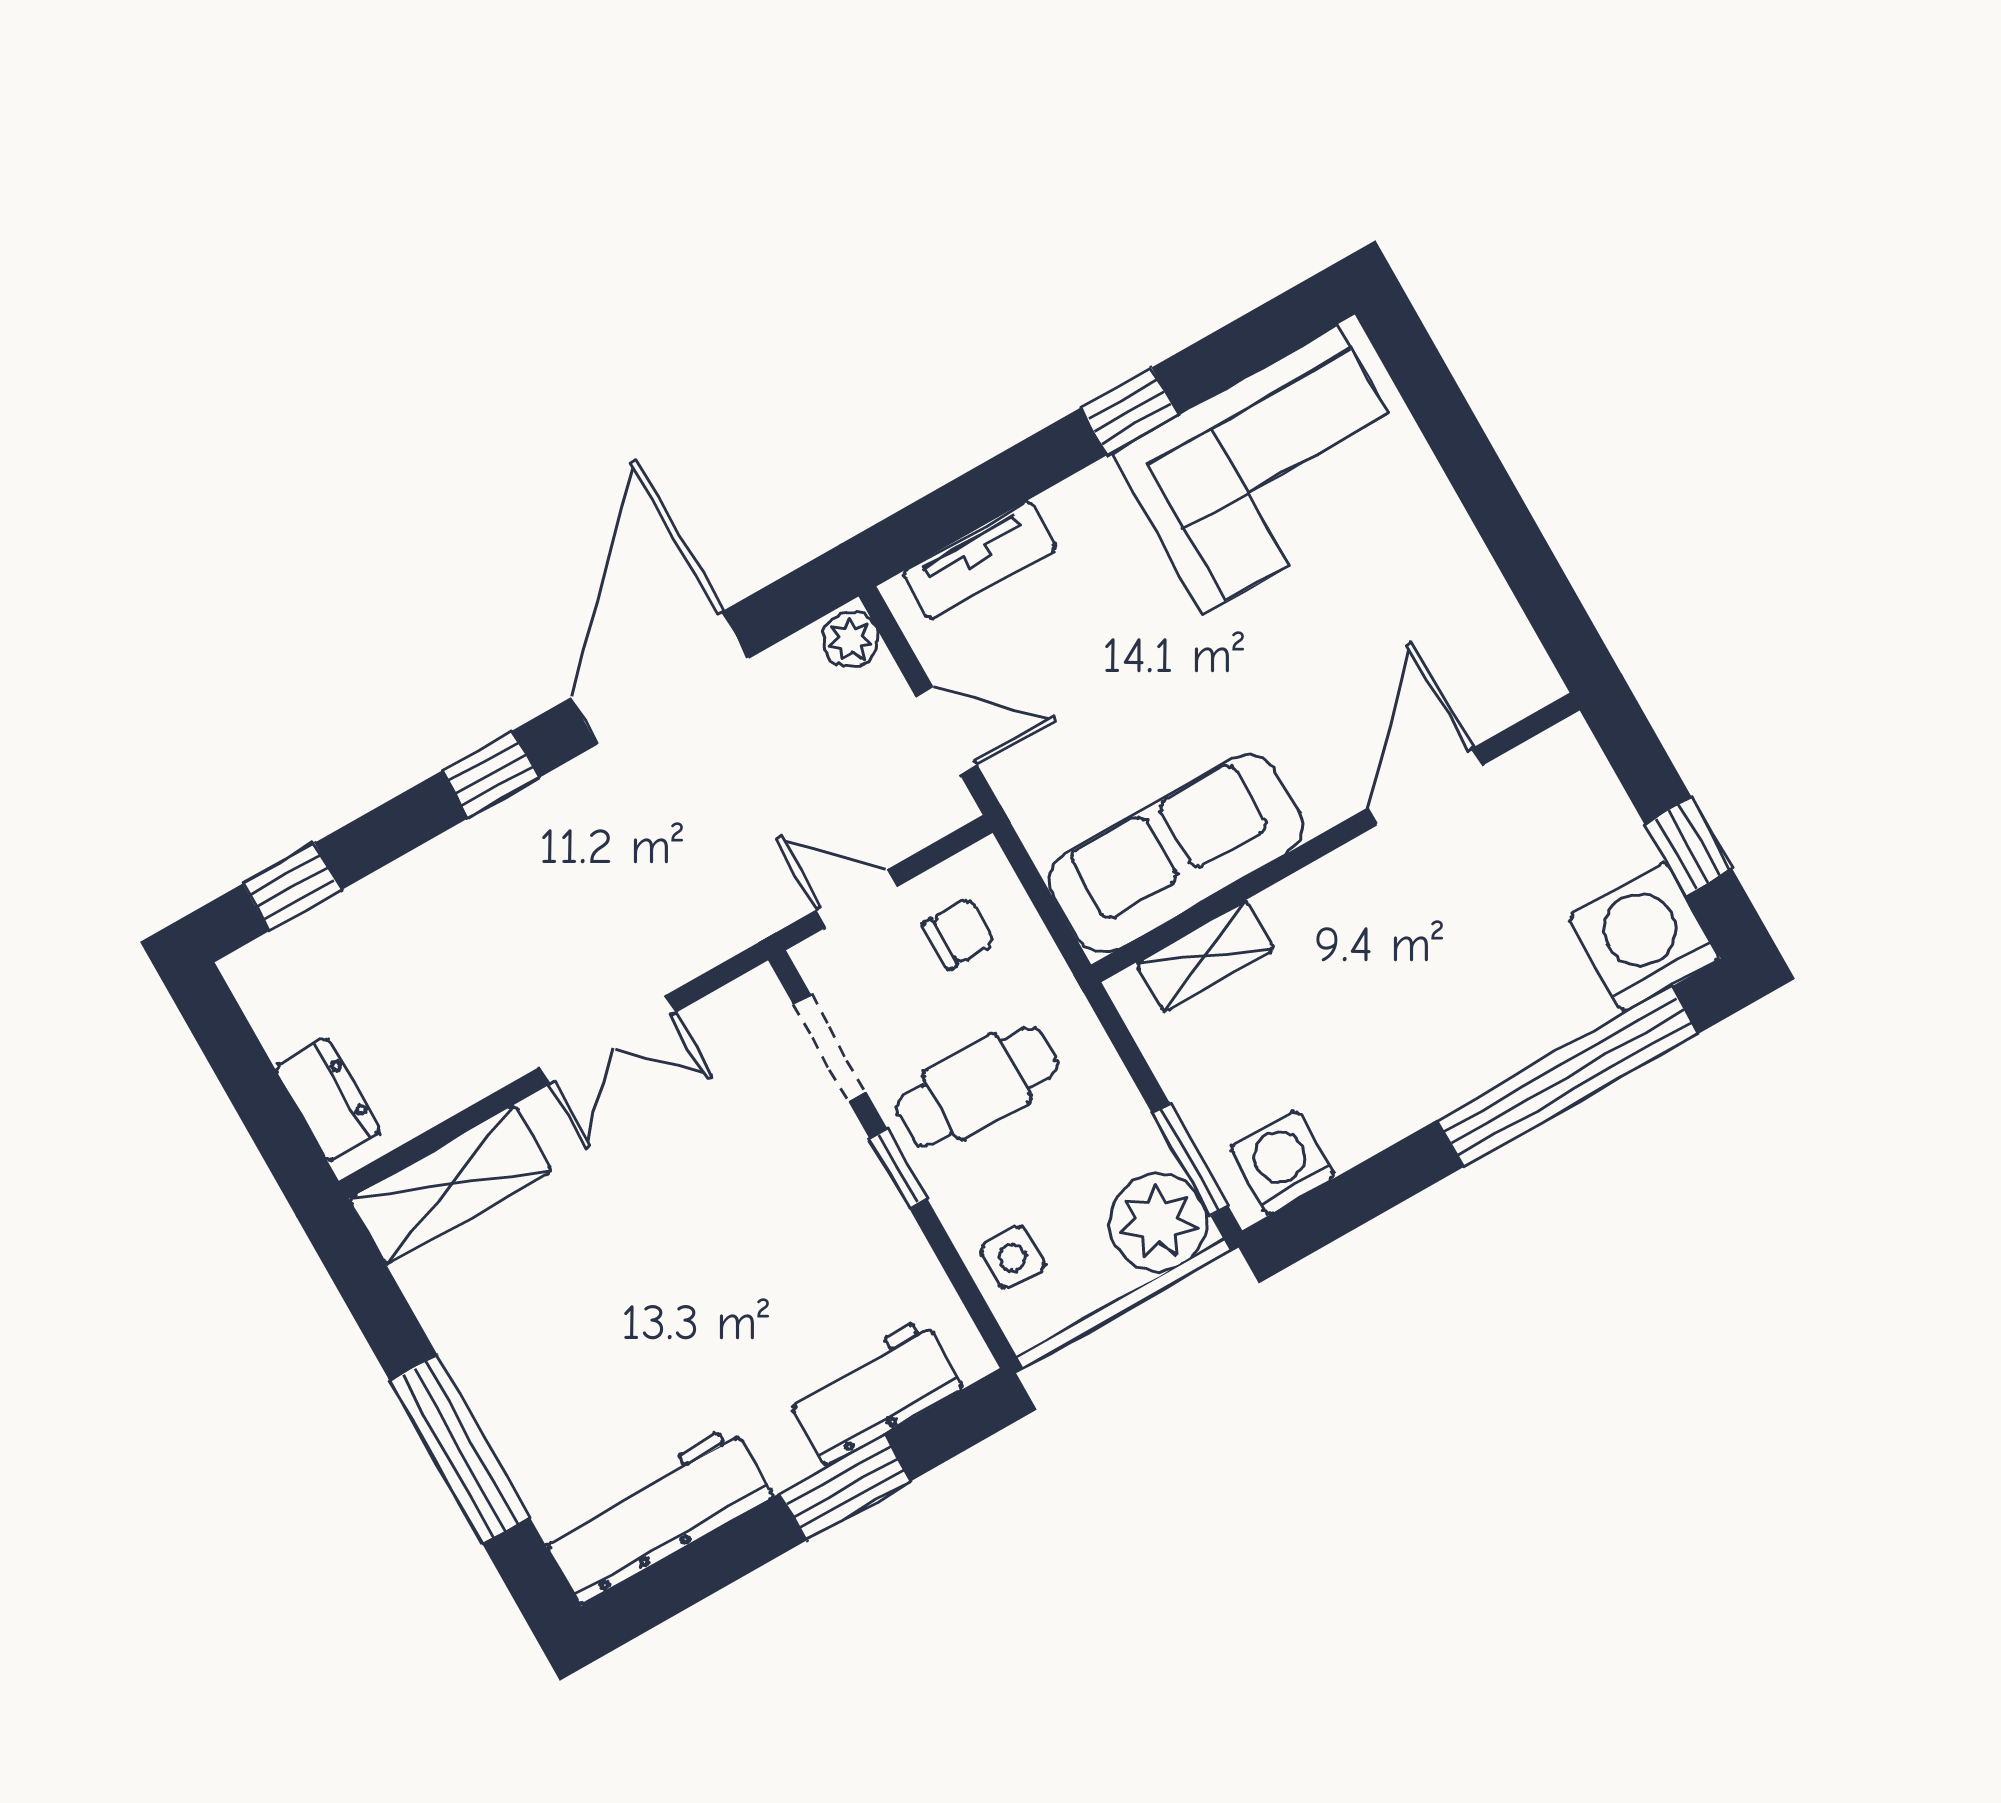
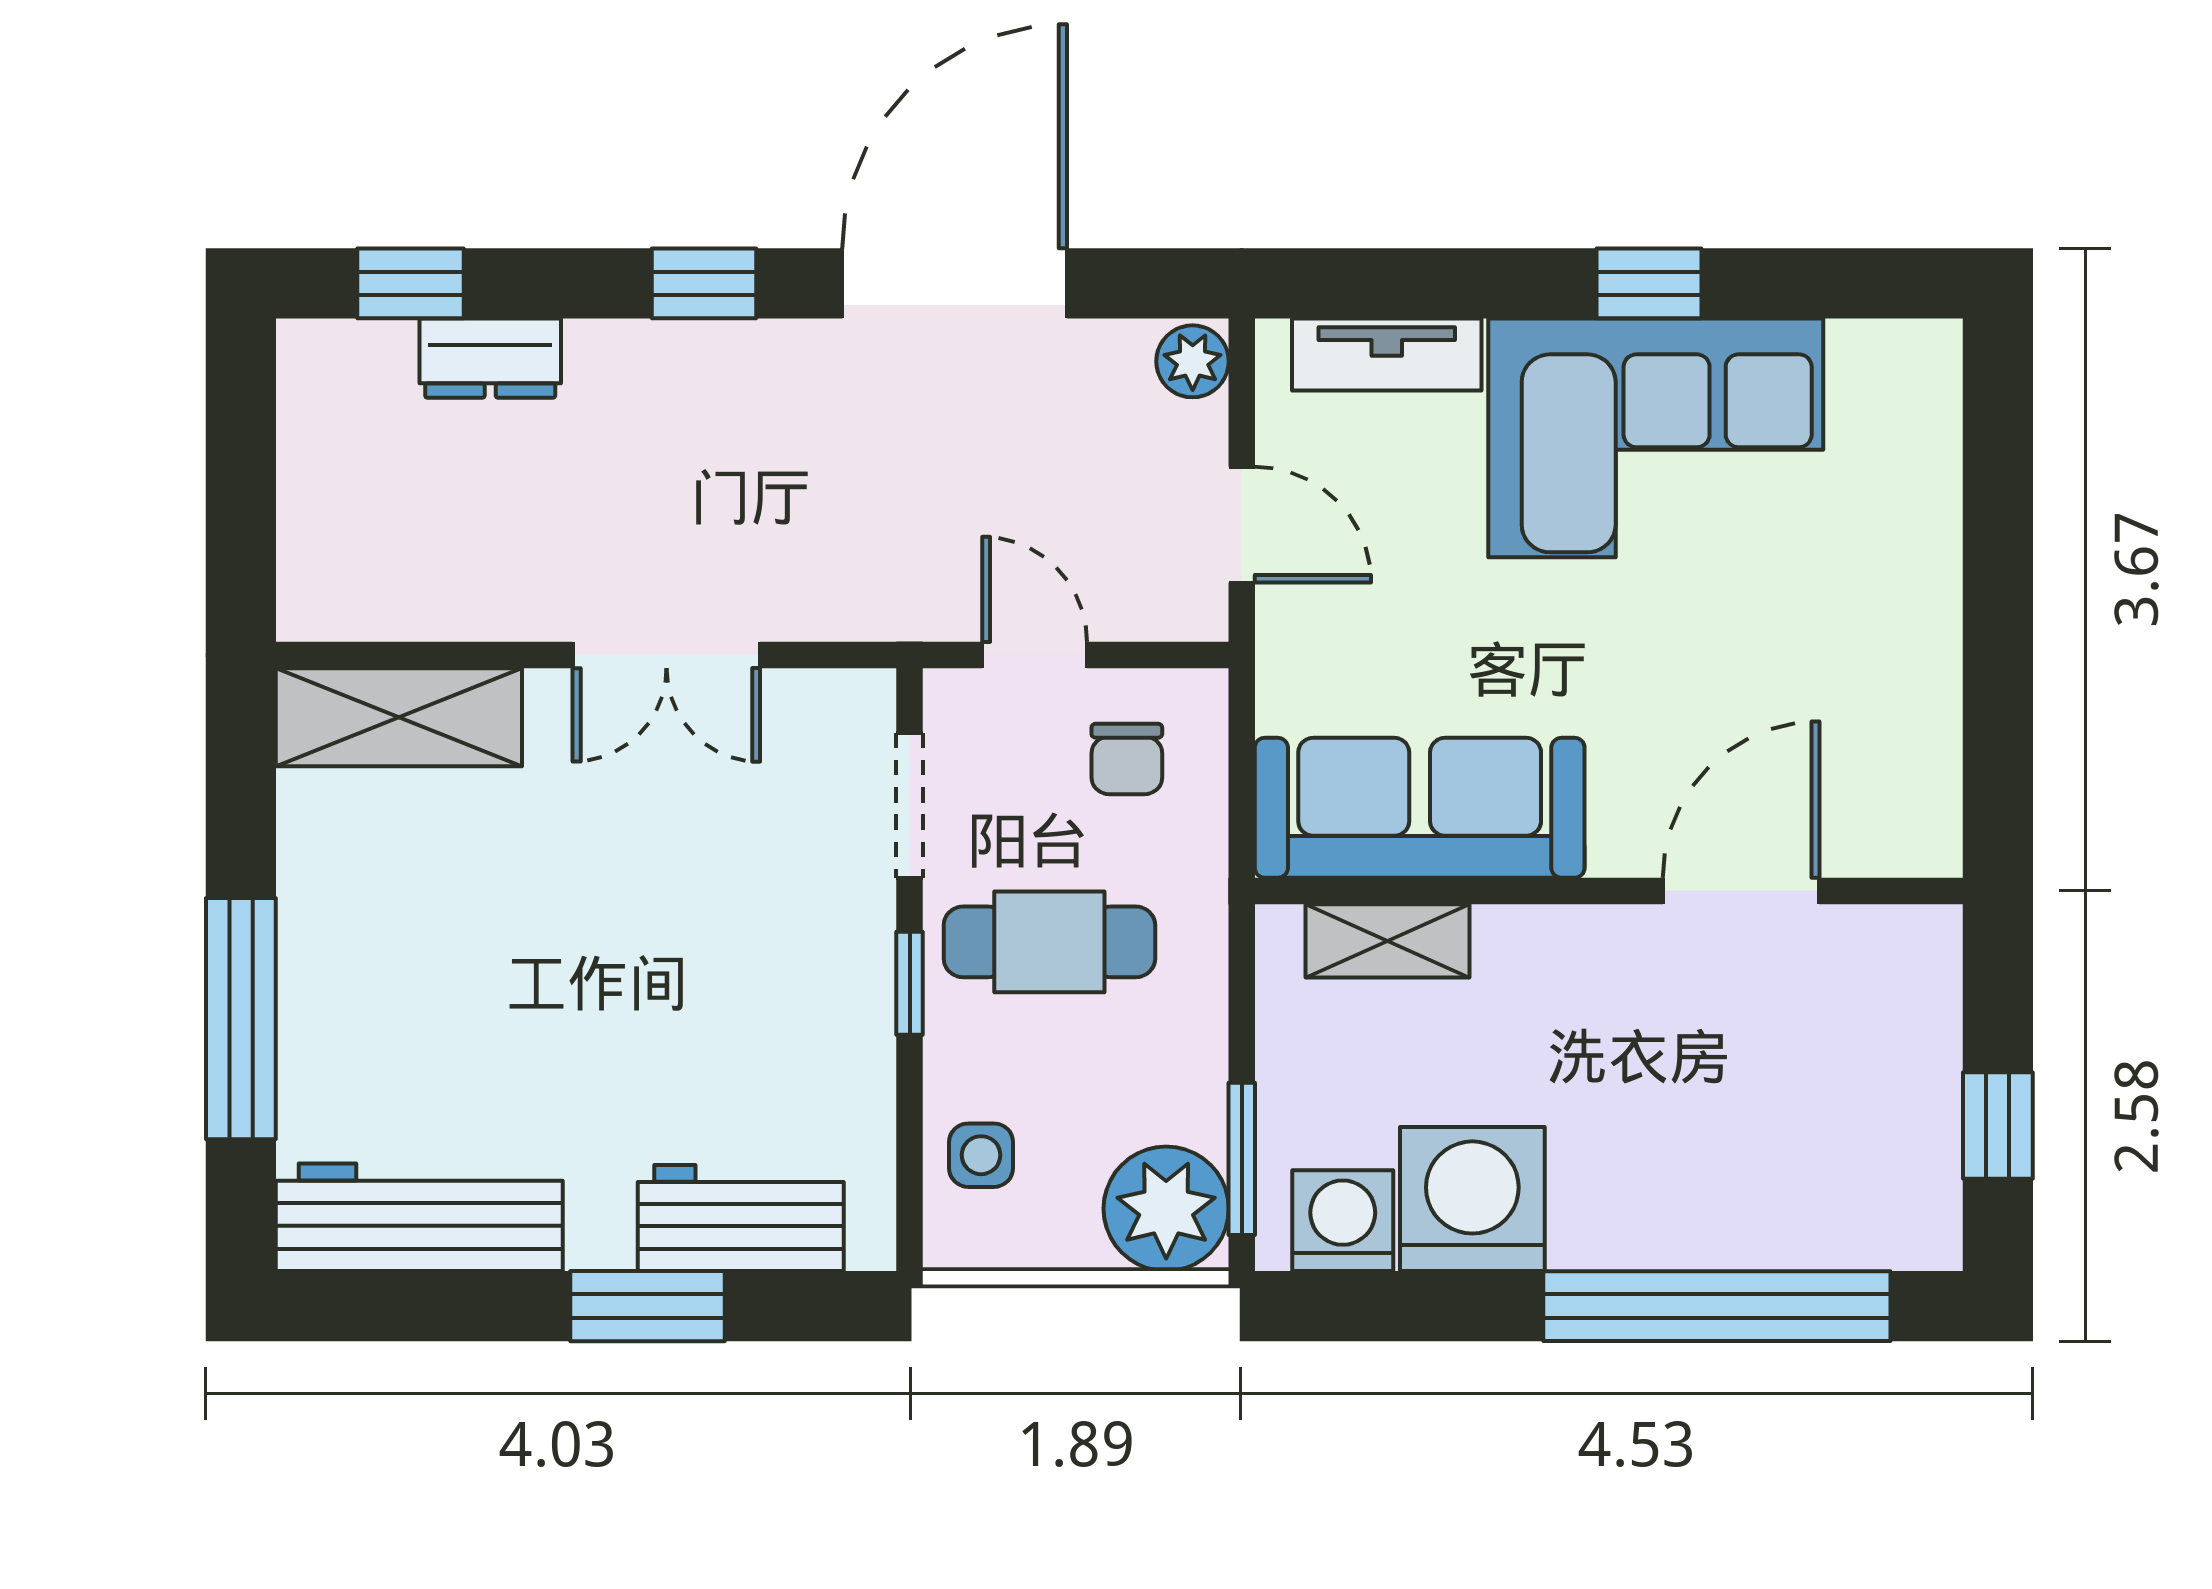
corner sofa: (1270, 469) -> (1656, 438), moved
chair: (959, 933) -> (1127, 759), turned 90
washing machine: (1644, 937) -> (1472, 1199), moved
dresser: (328, 1100) -> (490, 358), moved, turned 90

